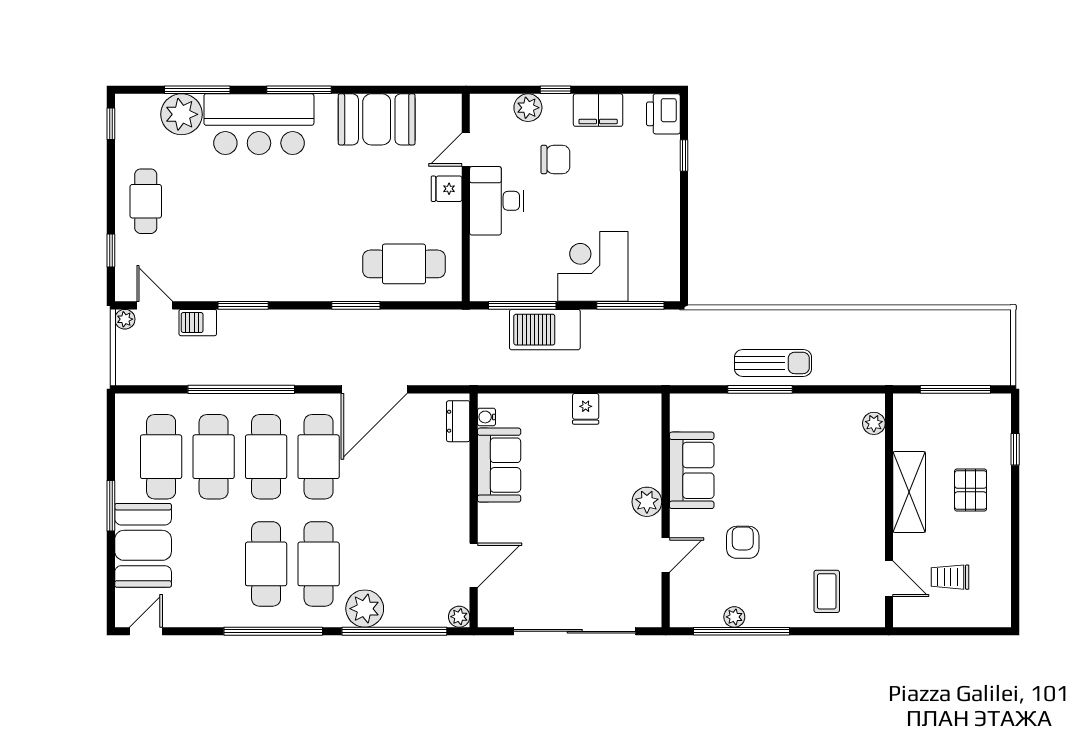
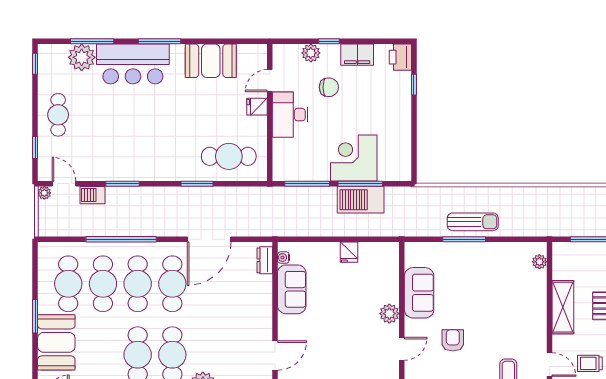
window: (630, 305) -> (360, 184), moved
barbecue: (545, 330) -> (361, 200), moved

